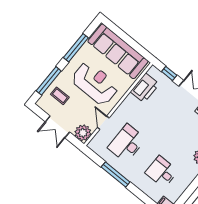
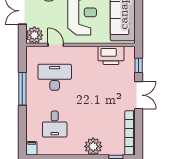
door: (103, 123) -> (56, 45), hinge flipped
desk: (162, 172) -> (55, 124), turned 180

